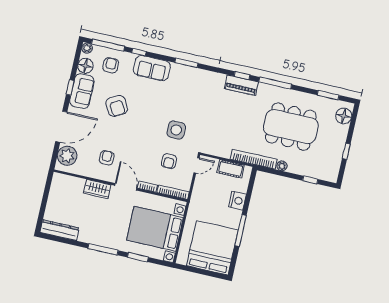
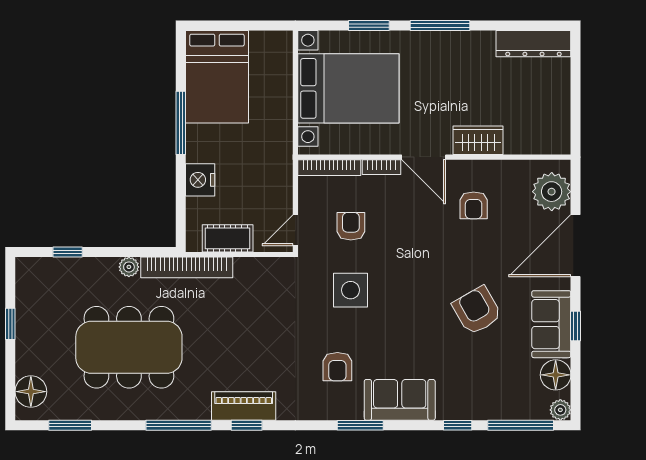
armchair: (111, 65) -> (337, 367), moved
sofa: (152, 68) -> (400, 400), moved
bed: (212, 248) -> (217, 77), width x0.73

